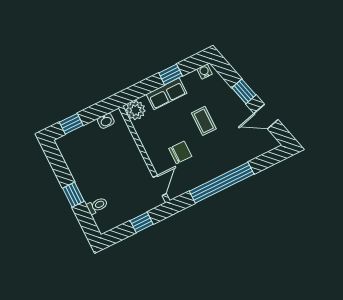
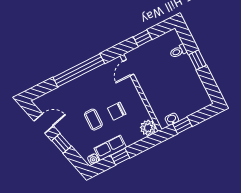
row of seats: (166, 94) -> (110, 148), moved
window: (71, 124) -> (182, 125), moved
chair: (180, 152) -> (117, 111), moved

